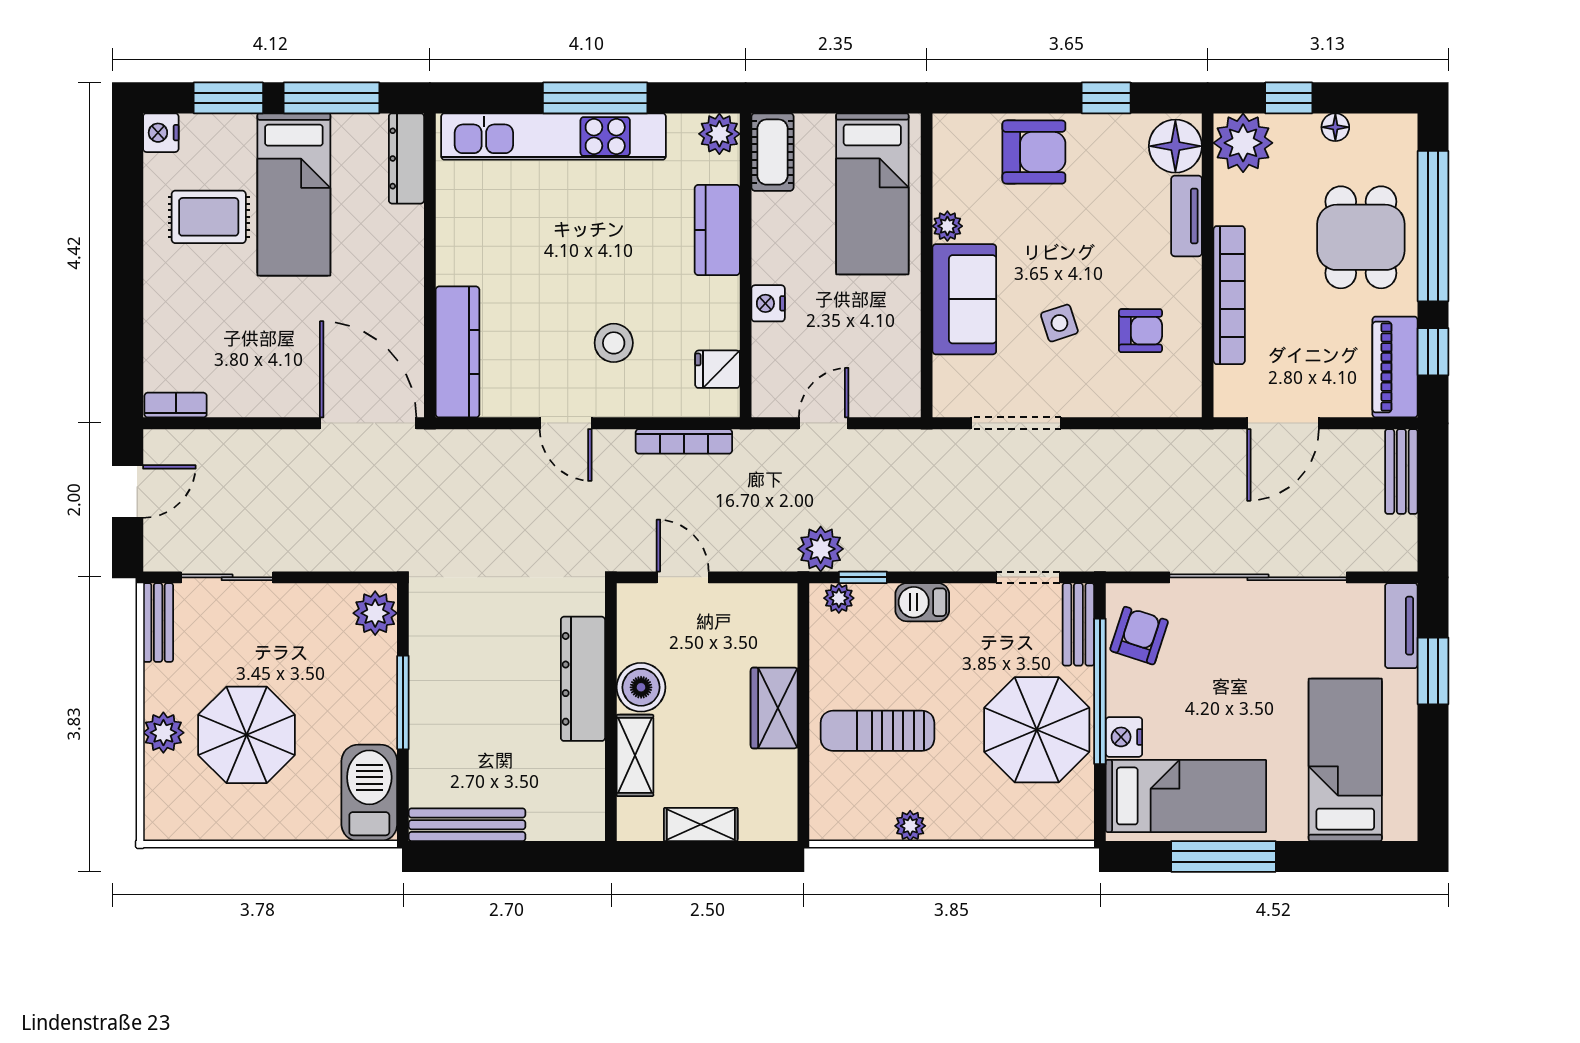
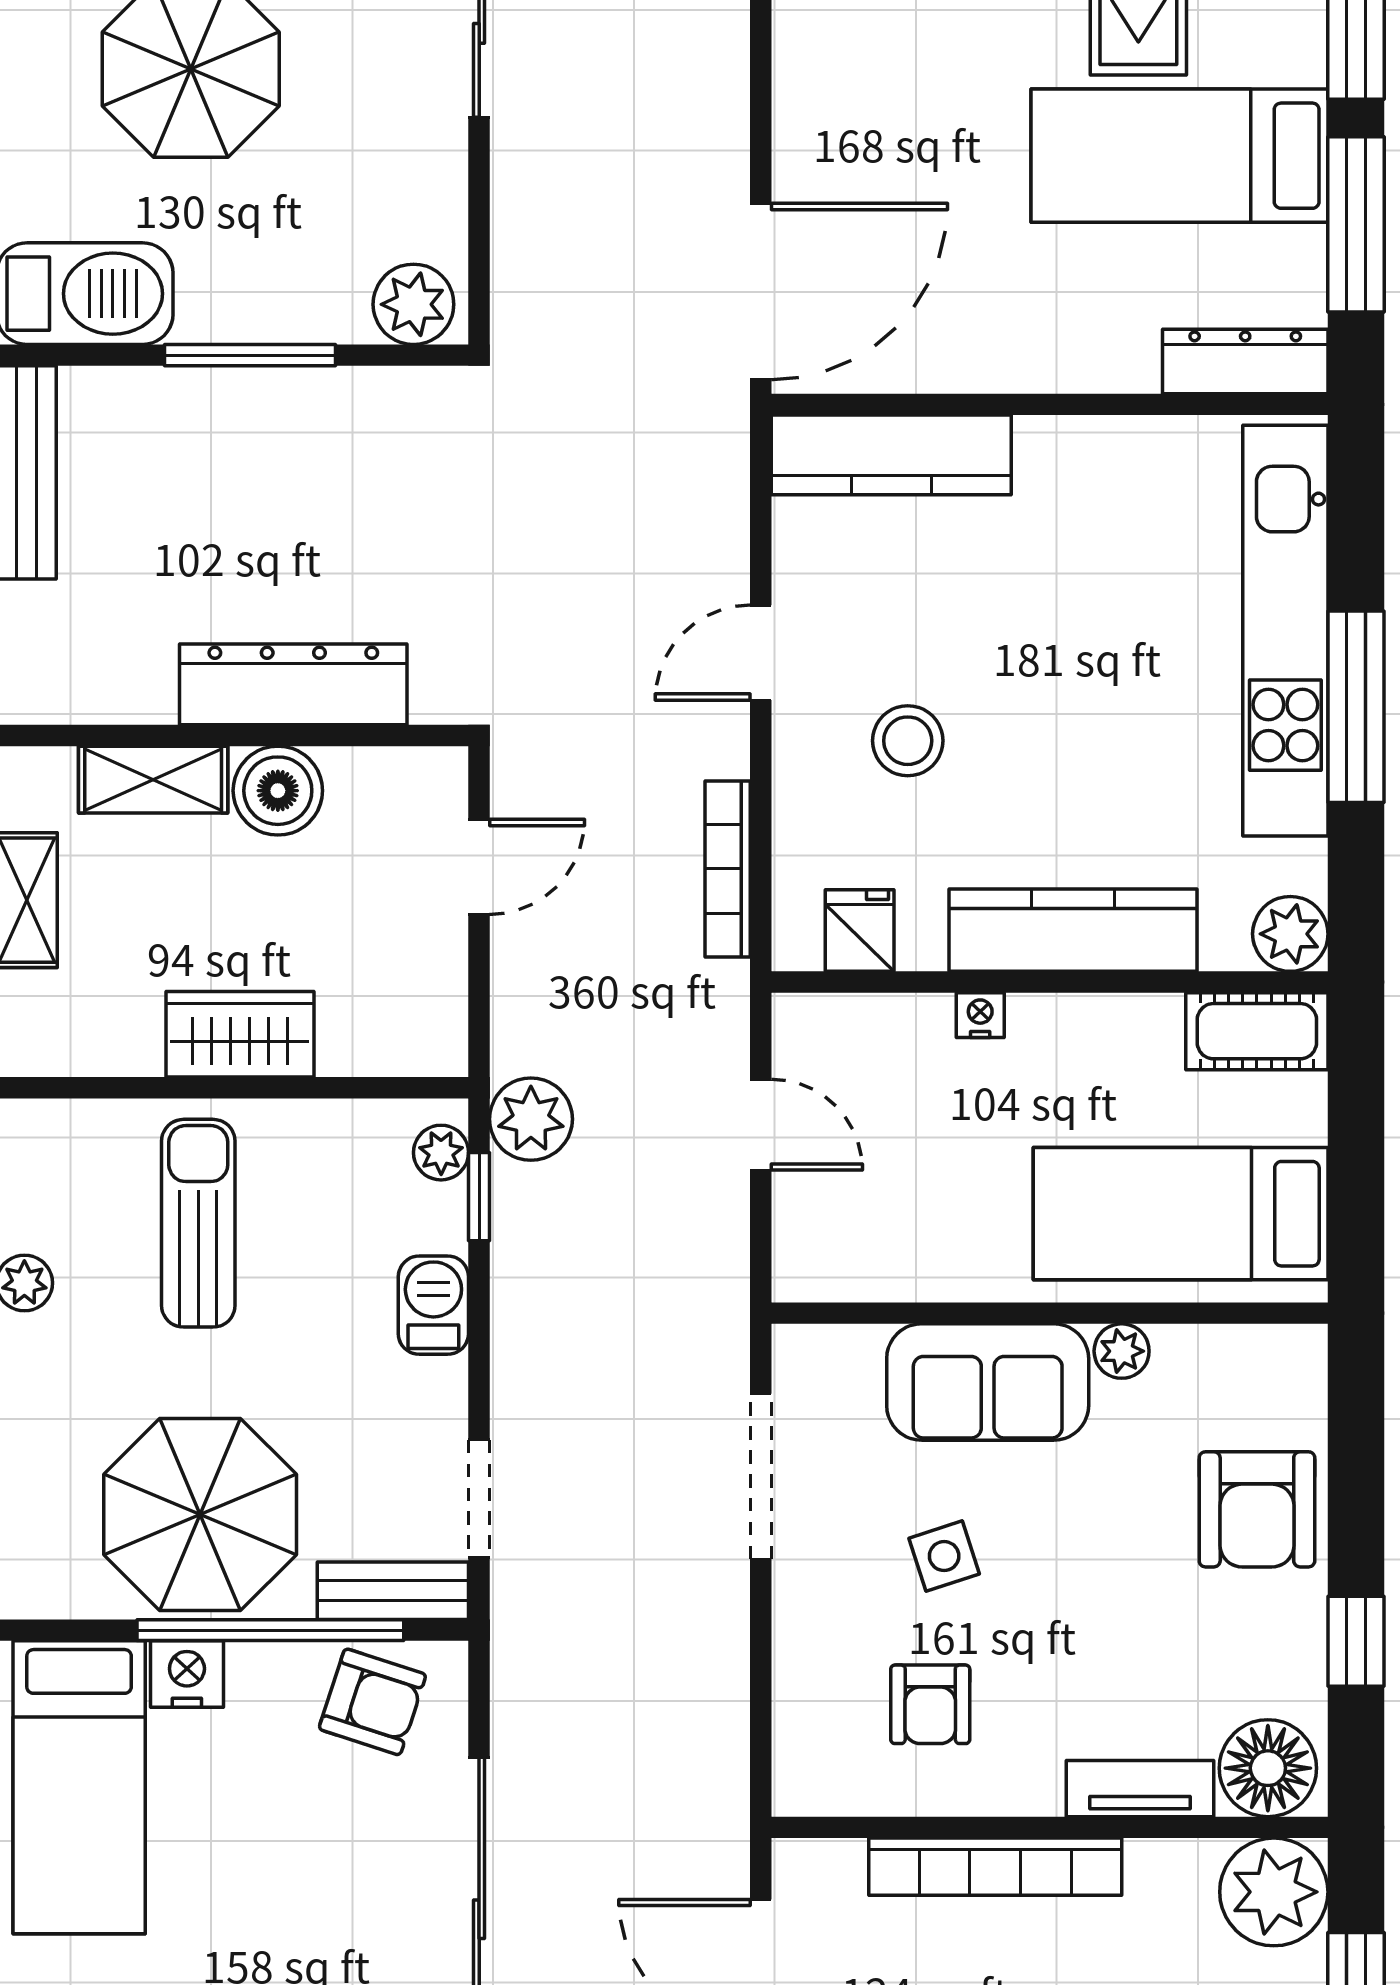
kitchen counter: (717, 230) -> (1073, 930), width x1.50
nightstand: (768, 303) -> (980, 1015), width x0.72, depth x0.74

